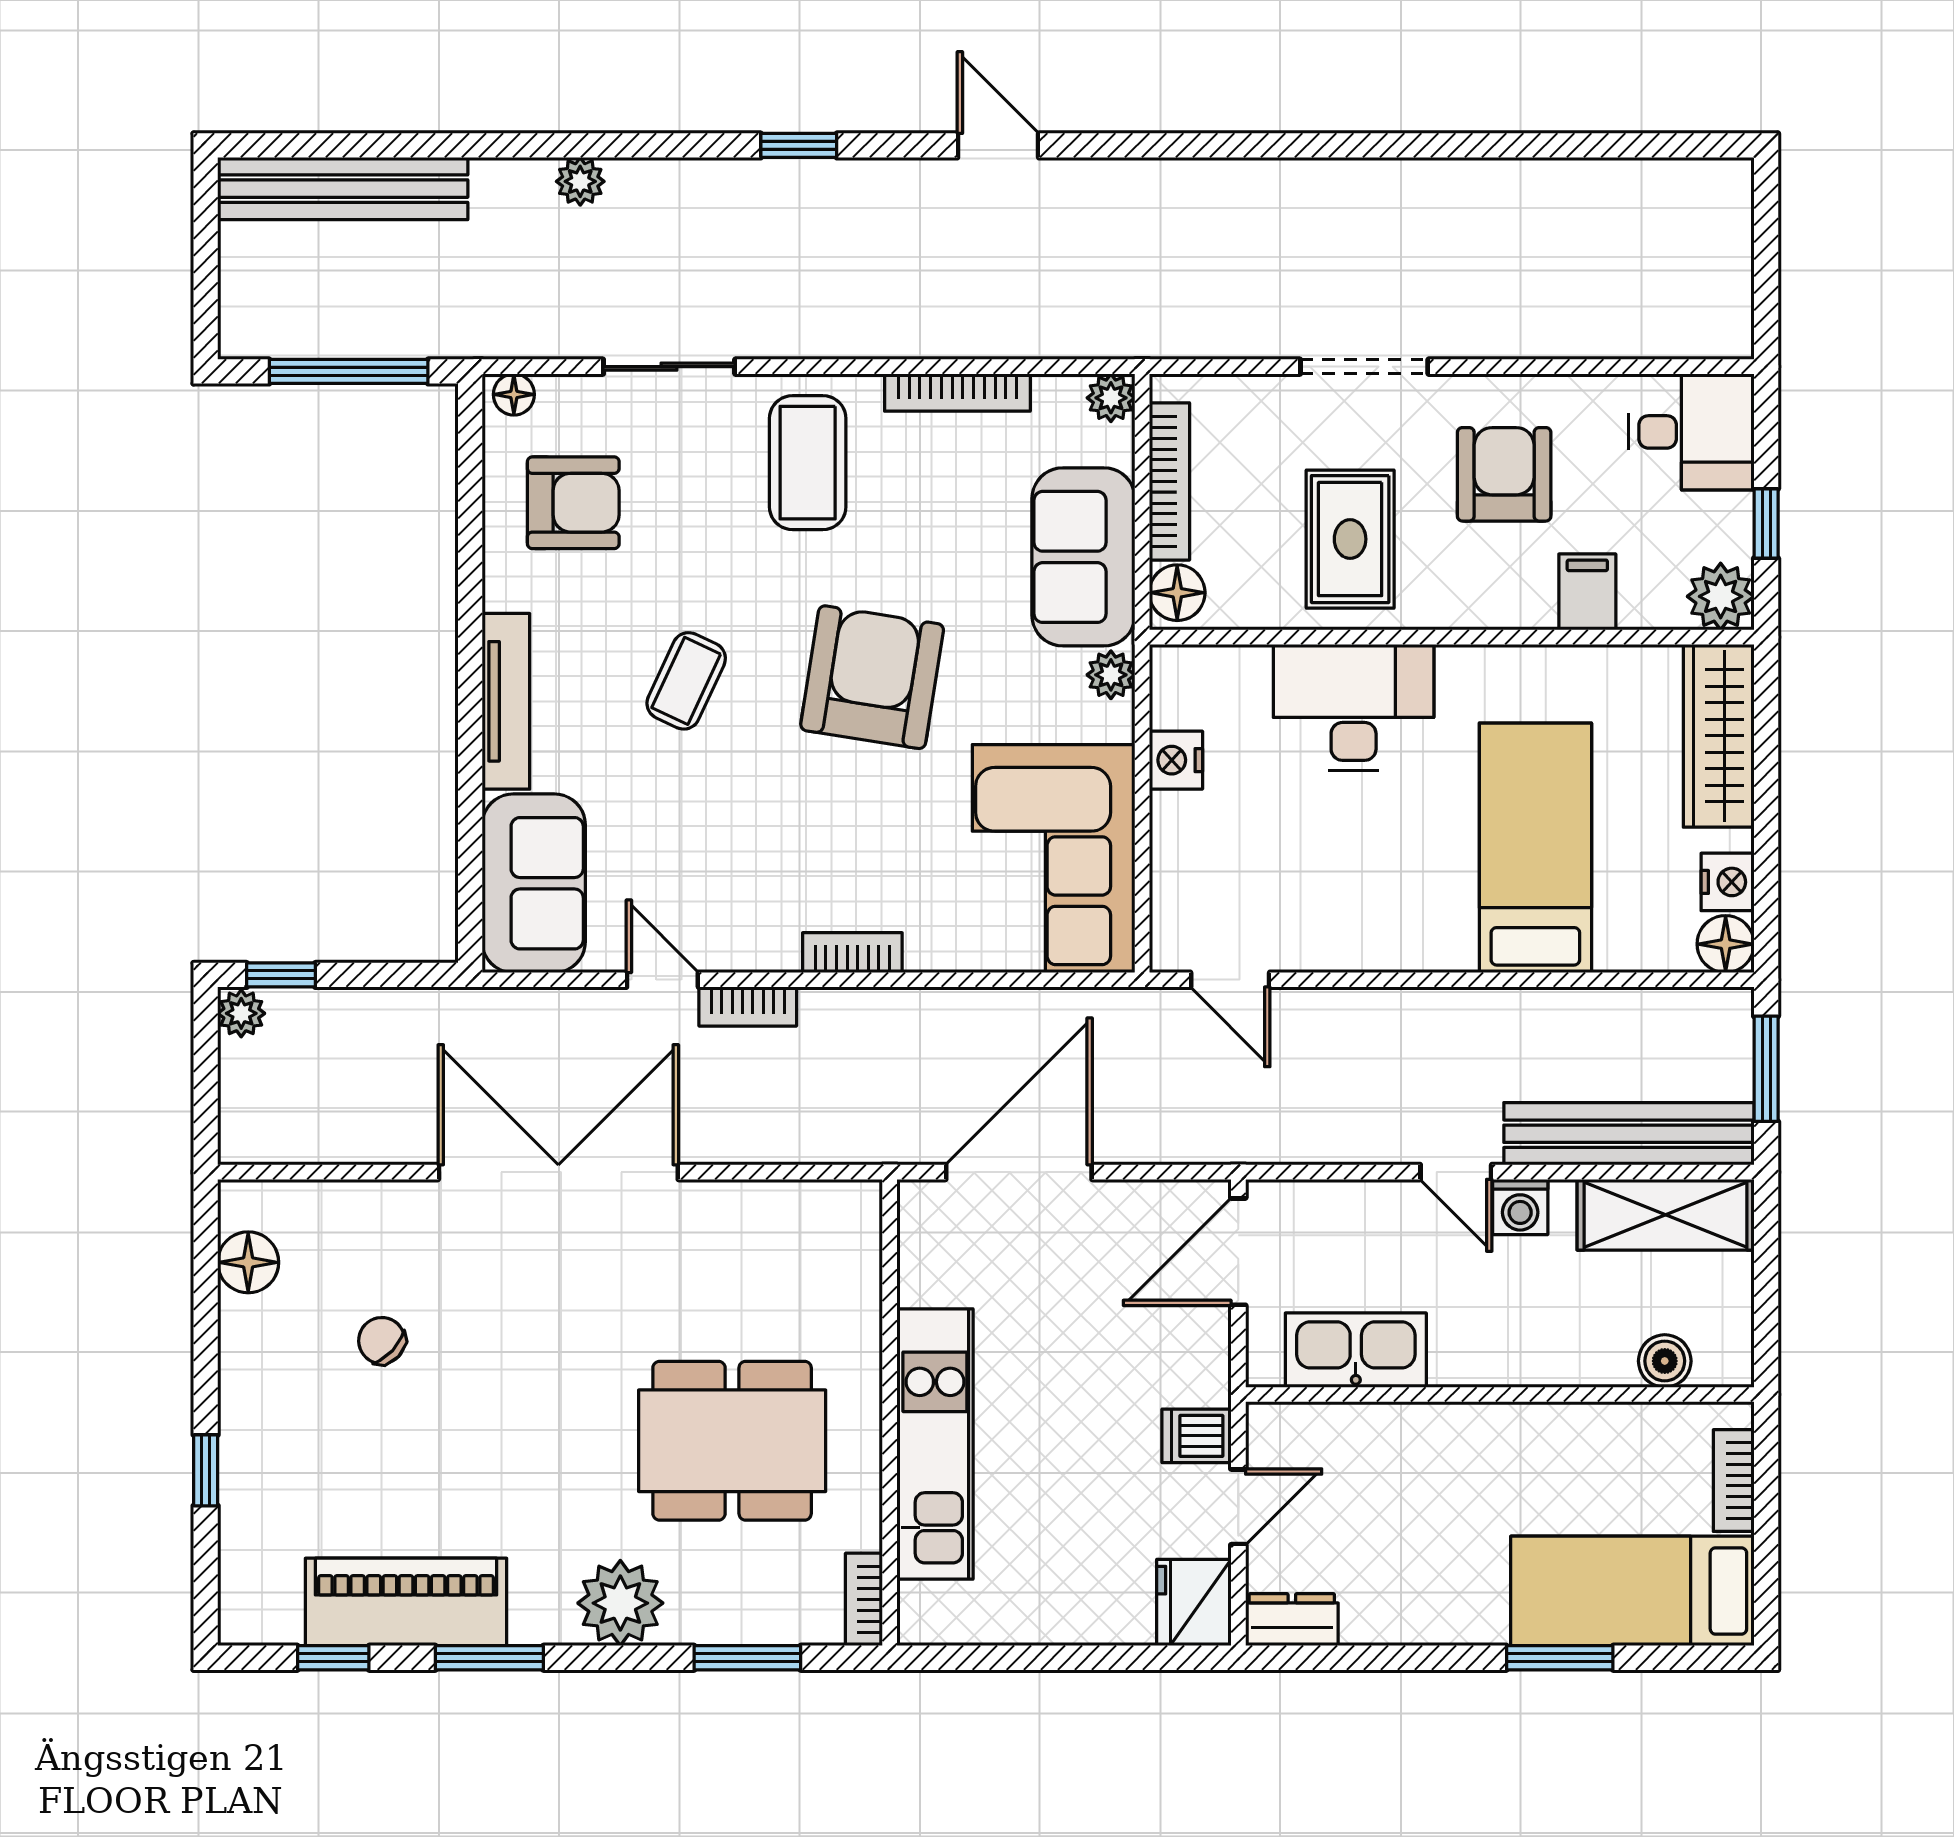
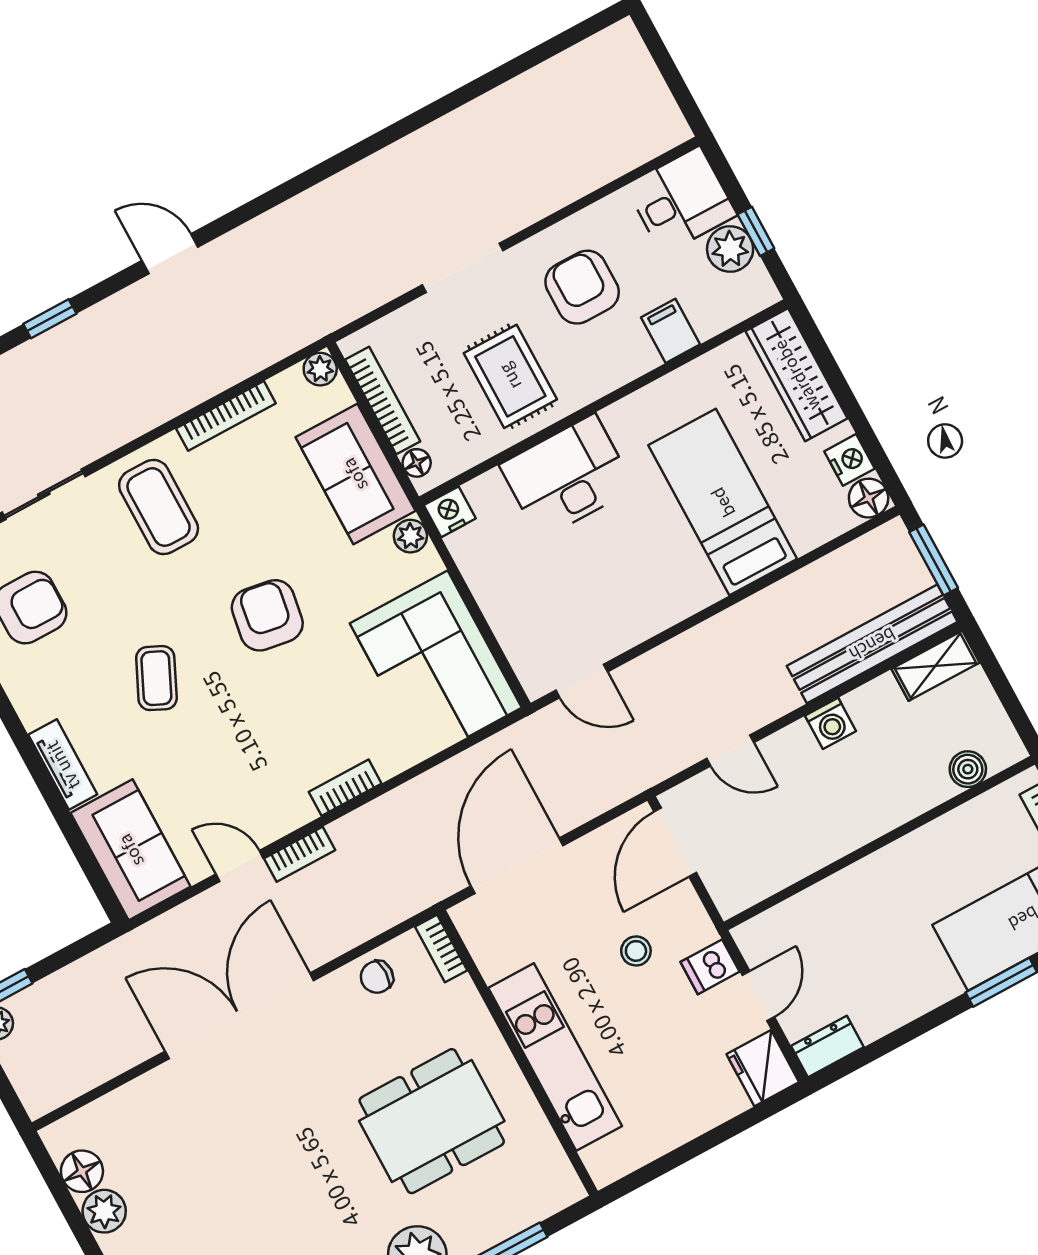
floor lamp: (1177, 593) -> (417, 463), width x0.73, depth x0.73
plant: (1721, 596) -> (730, 249), moved
armchair: (872, 677) -> (267, 615), width x0.73, depth x0.73
tv unit: (506, 701) -> (63, 765), width x0.71
nightstand: (1176, 760) -> (450, 512), moved, turned 90
door: (1456, 1172) -> (730, 750), moved
shelving: (1666, 1215) -> (936, 666), width x0.67, depth x0.75
plant: (249, 1329) -> (104, 1211), added
chair: (382, 1341) -> (377, 977), moved, turned -43
kitchen sink: (1356, 1350) -> (778, 863), removed
stool: (1112, 1364) -> (636, 951), added
bookcase: (864, 1599) -> (441, 948), moved

